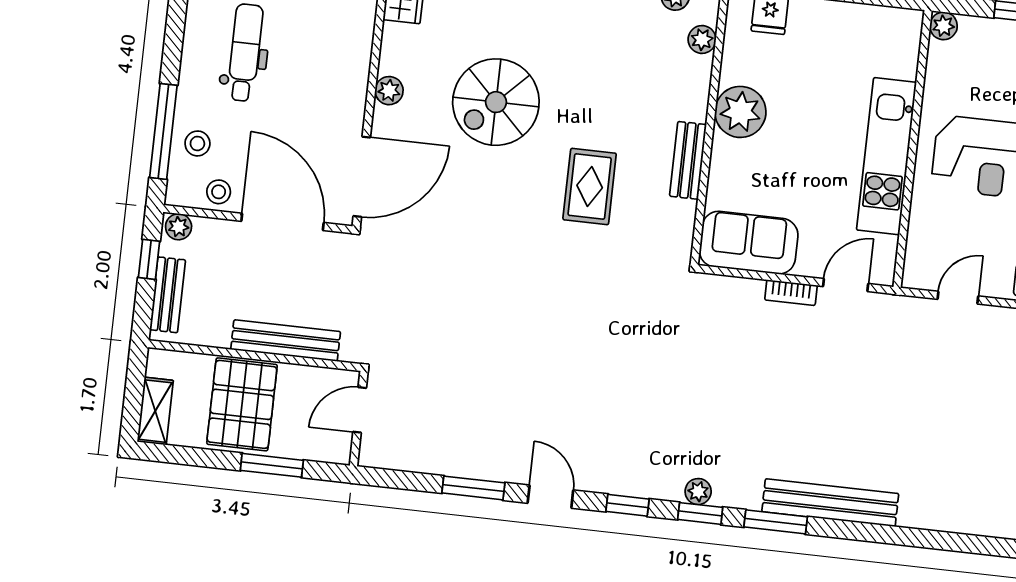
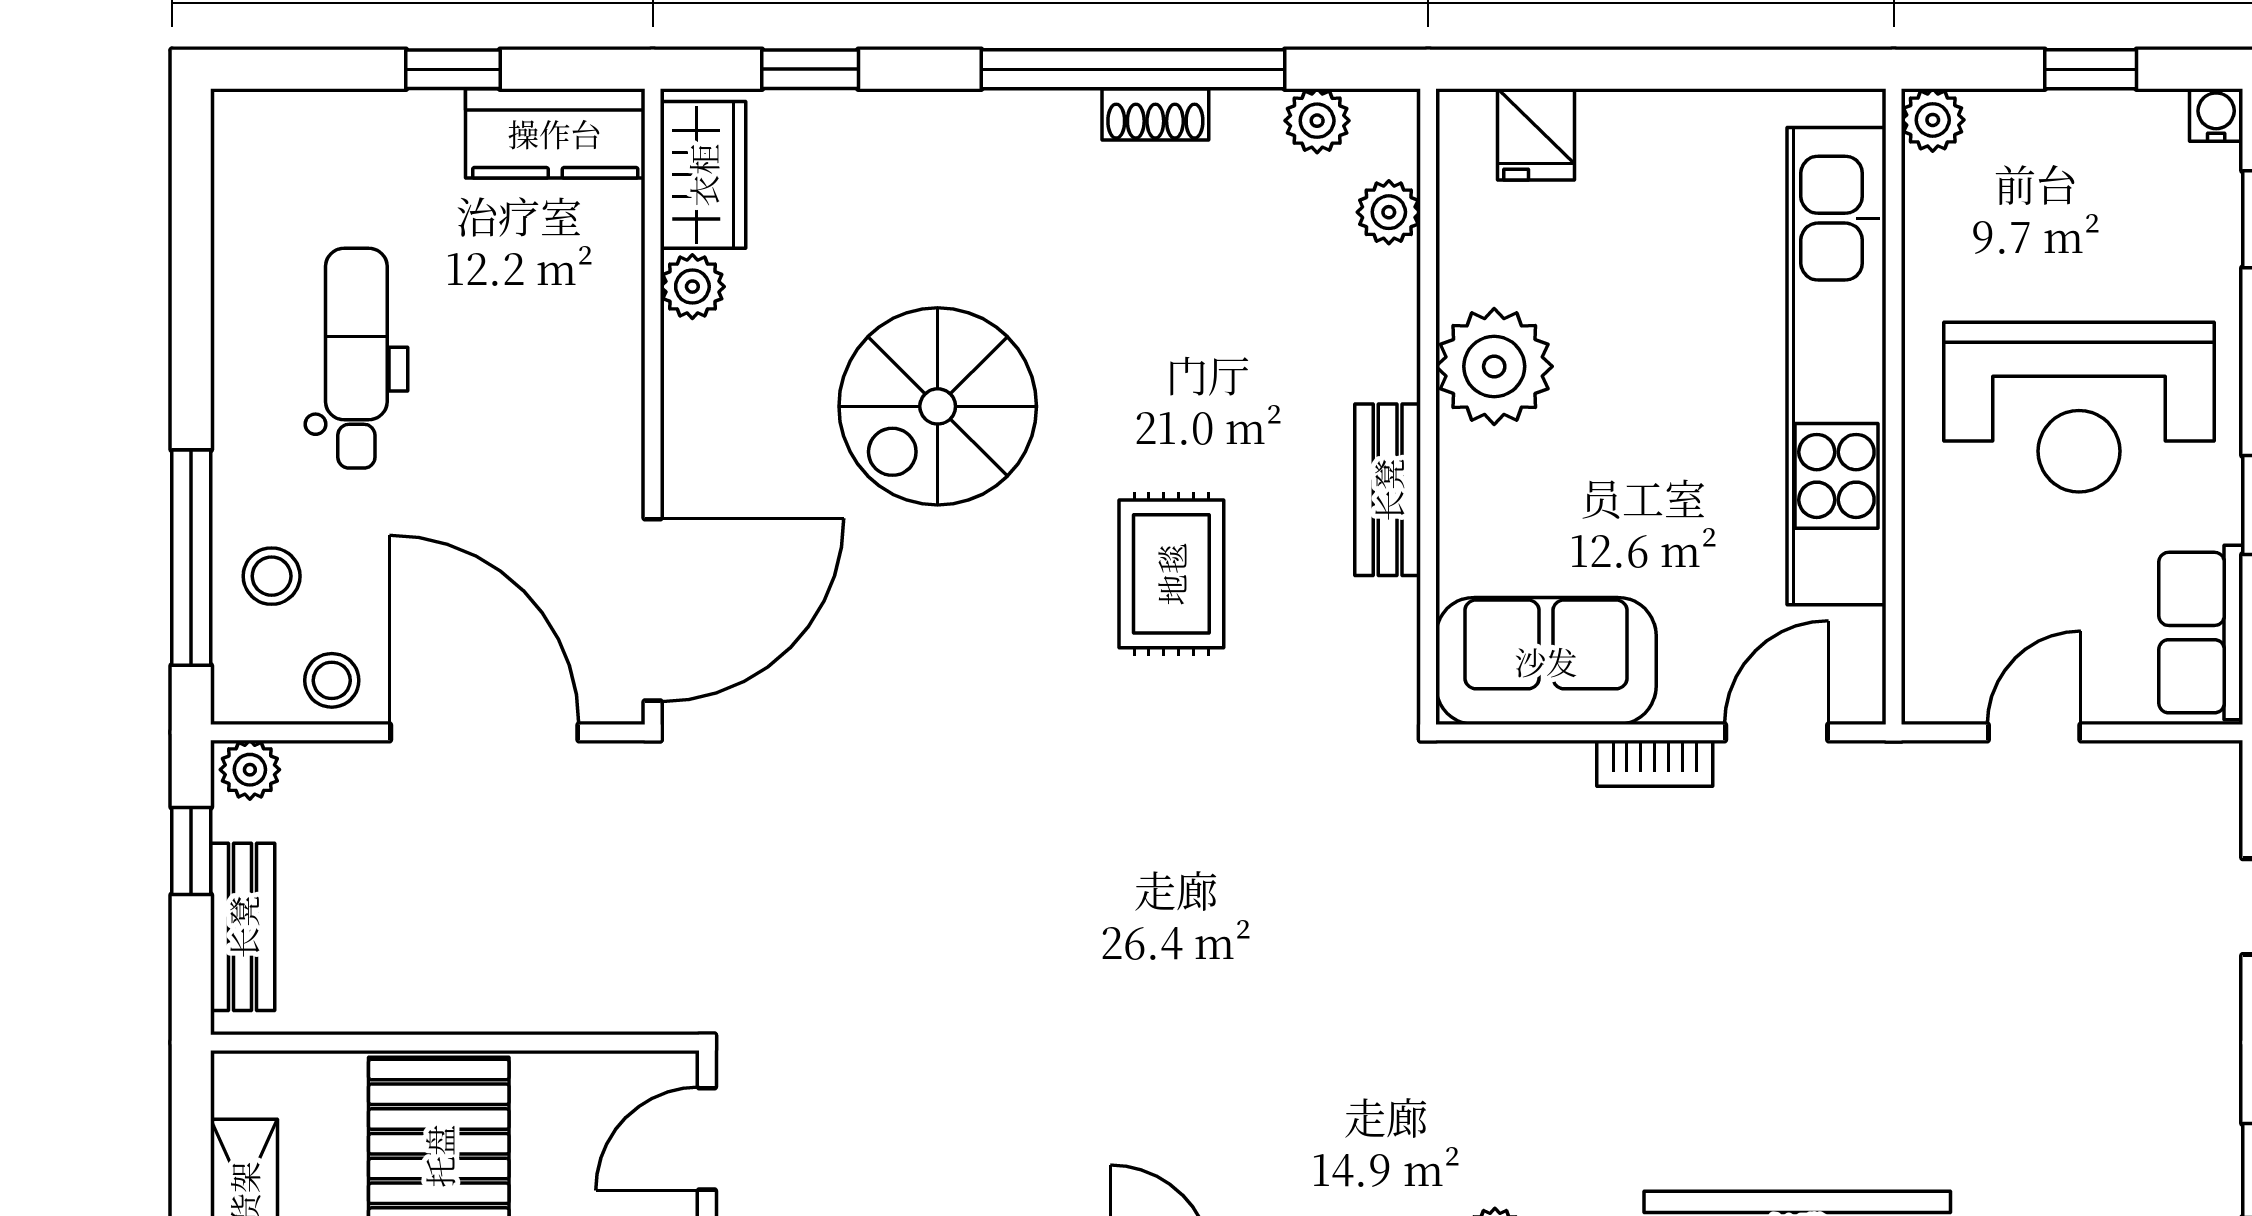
plant: (389, 91) -> (692, 287), moved
kitchen unit: (886, 156) -> (1836, 366), width x1.36
bench: (286, 341) -> (522, 1000), removed

